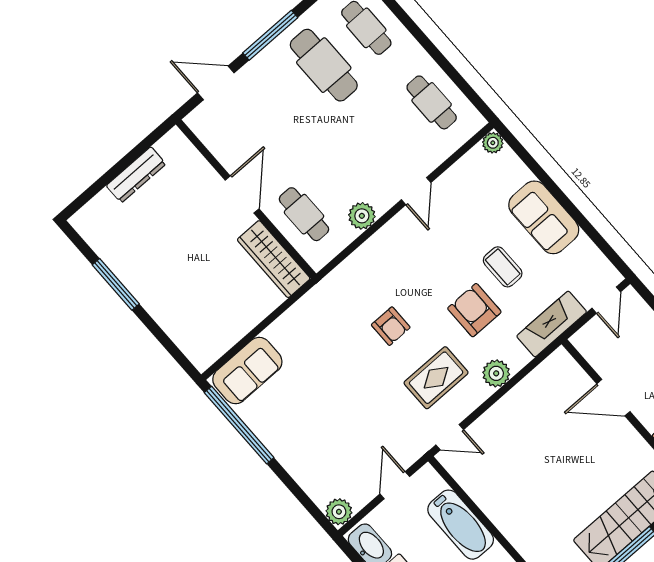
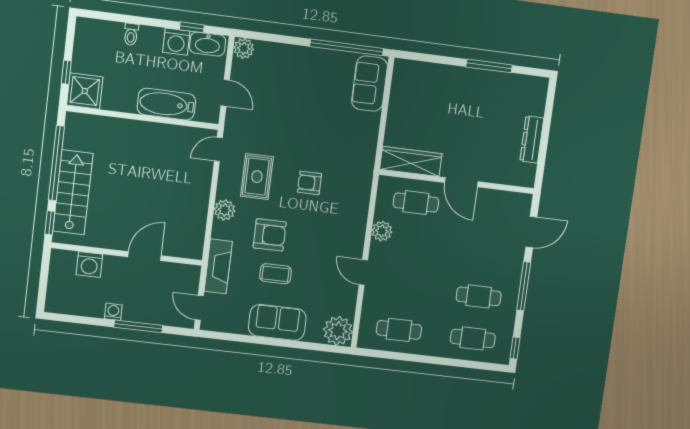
cafe table: (324, 65) -> (479, 296), width x0.73, depth x0.74
plant: (493, 143) -> (338, 331), width x1.88, depth x1.88

